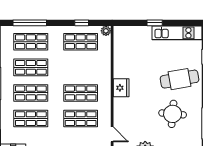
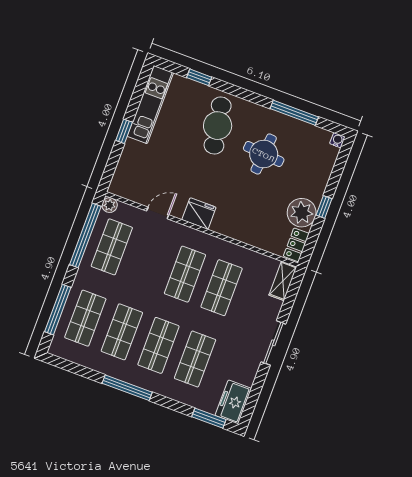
window: (82, 23) -> (85, 235), width x3.17
door: (112, 134) -> (158, 213), moved

